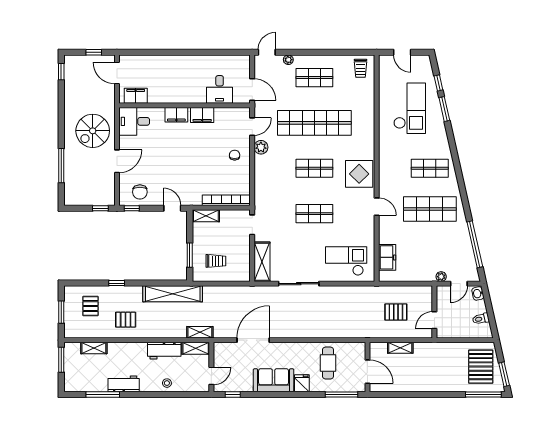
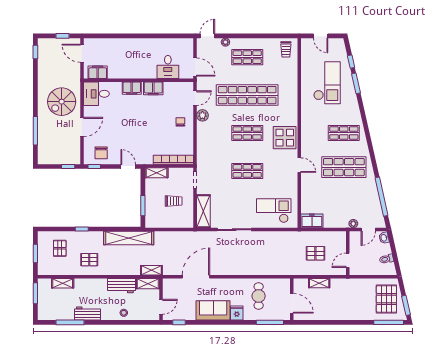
freezer: (387, 257) -> (312, 221), moved, turned -90
trolley: (216, 261) -> (174, 201), moved

